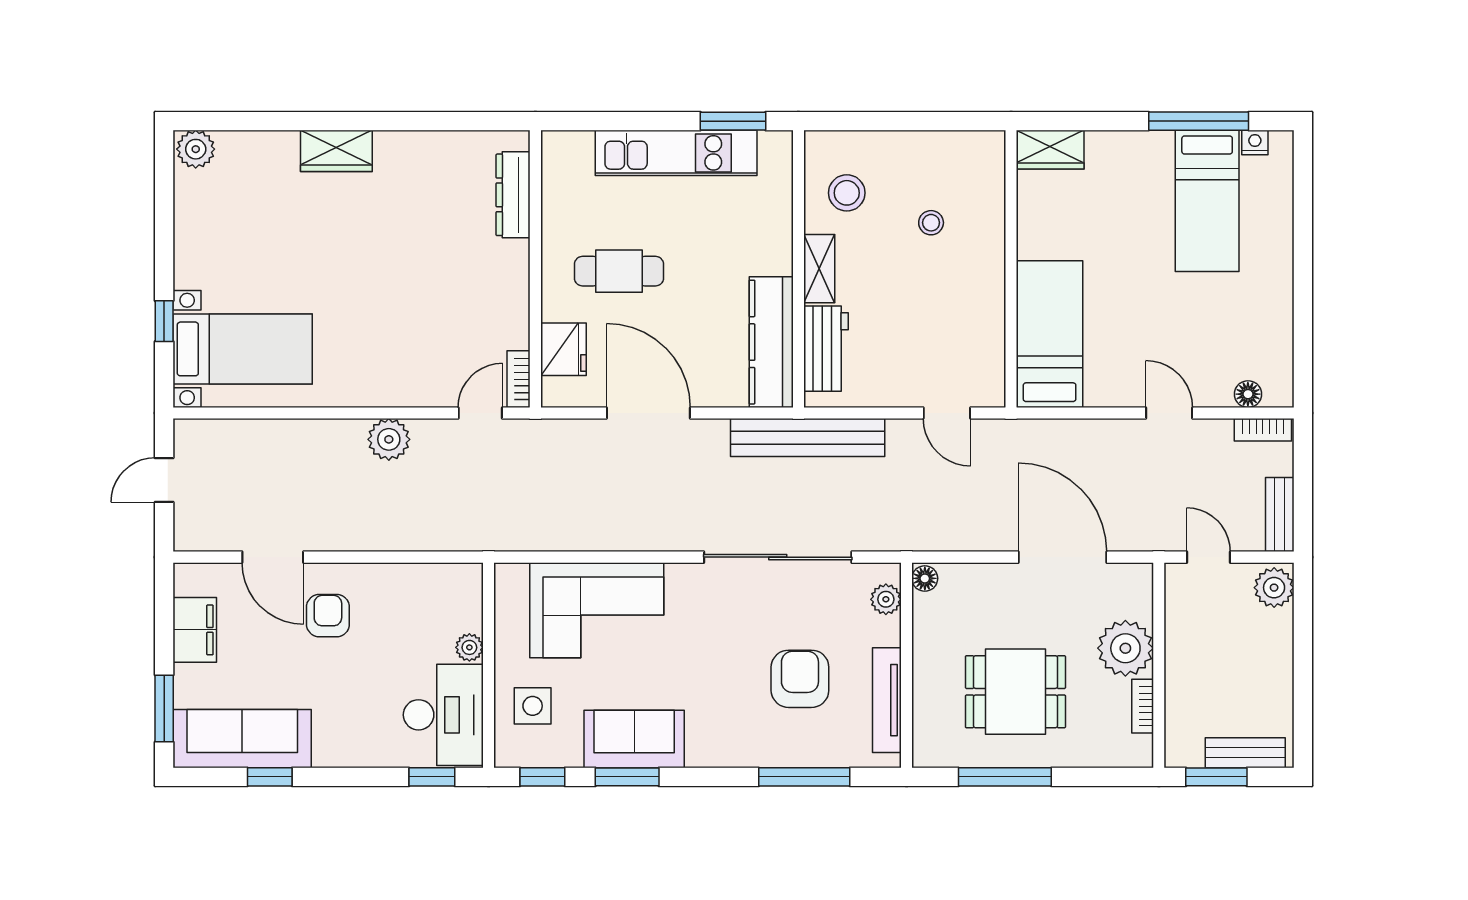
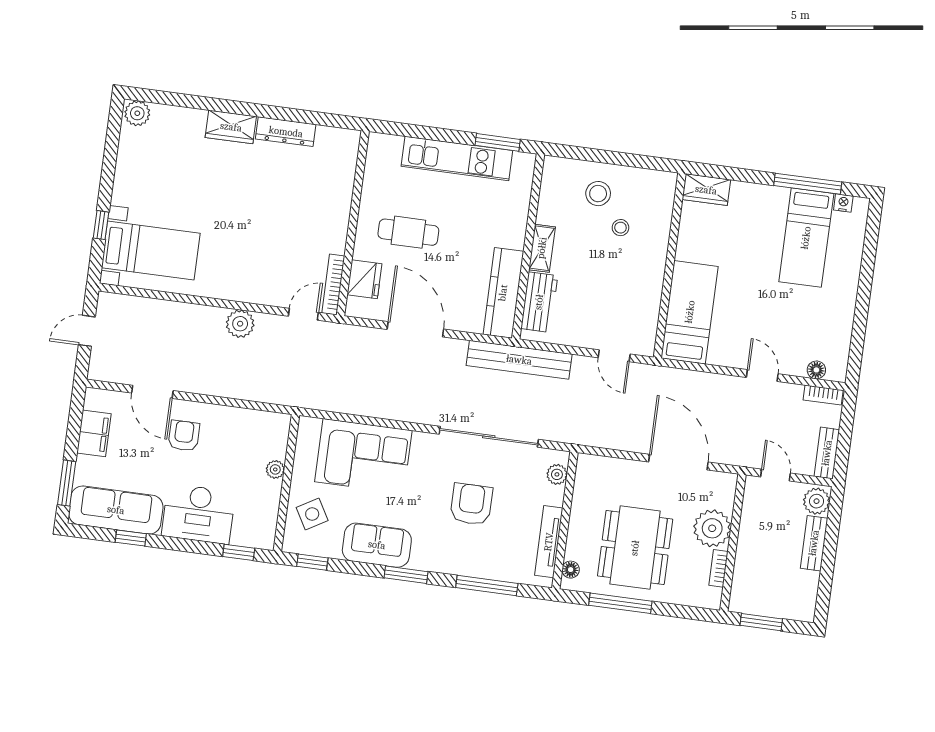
stool: (847, 193) -> (598, 194), moved
dresser: (513, 195) -> (286, 132), moved, turned -90
bookcase: (519, 379) -> (333, 284), width x1.56
floor lamp: (925, 578) -> (571, 570), moved
armchair: (800, 679) -> (471, 504), moved
dining table: (1015, 692) -> (635, 548), width x1.37
side table: (533, 706) -> (312, 514), turned -30
desk: (443, 715) -> (198, 514), moved, turned 90
bench: (1245, 753) -> (814, 543), moved, turned 90
window: (627, 777) -> (406, 575), moved

